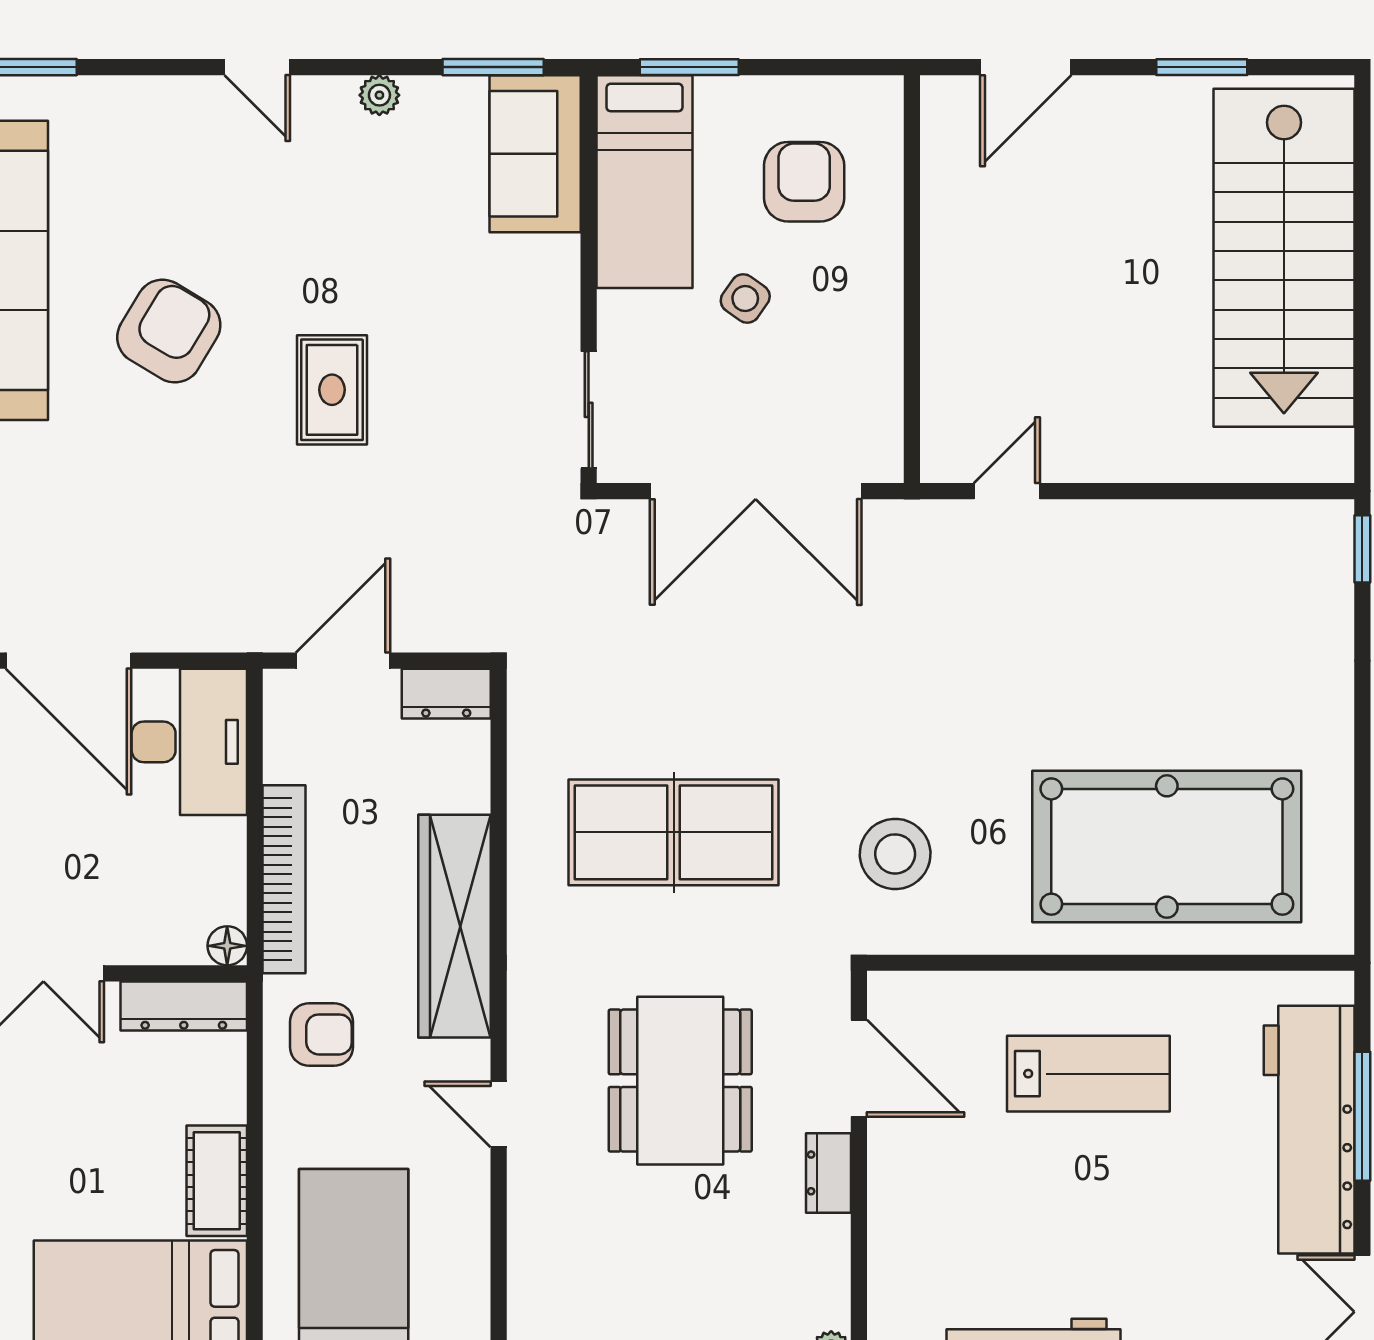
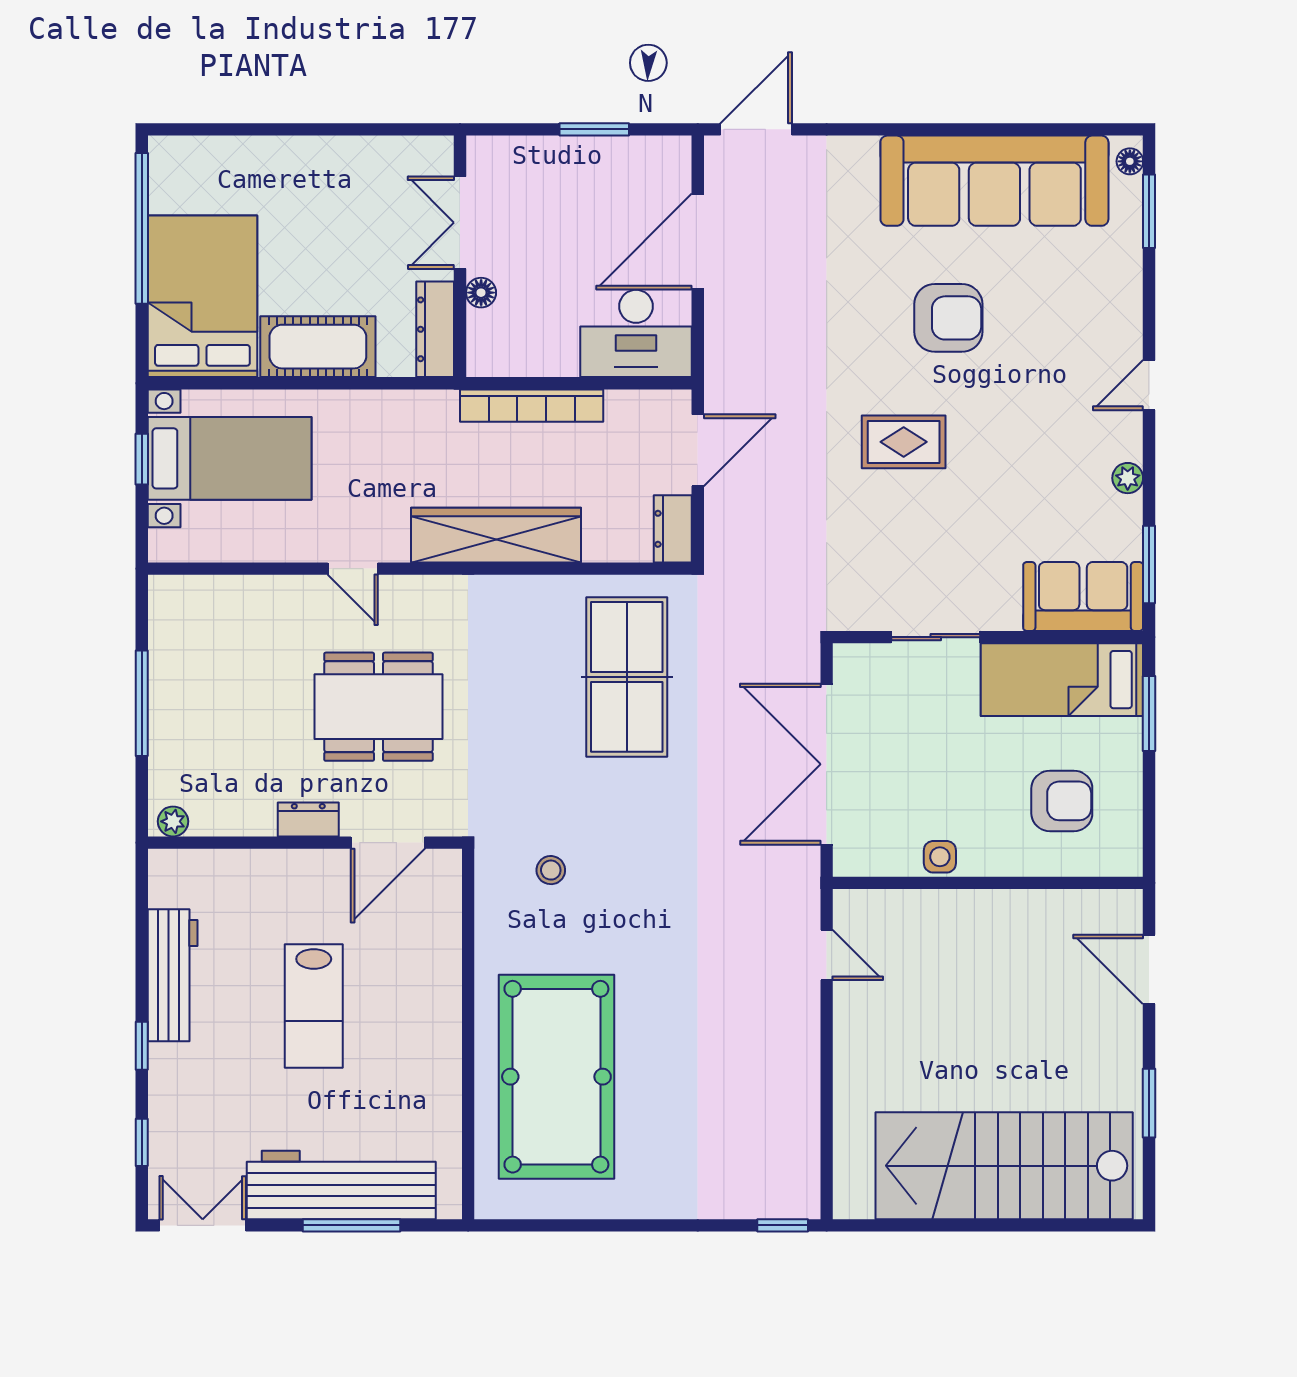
side table: (745, 298) -> (940, 857), moved, turned -35
armchair: (169, 331) -> (948, 318), turned -31
sliding door: (589, 410) -> (936, 637), moved
door: (343, 661) -> (698, 450), hinge flipped
table tennis table: (674, 832) -> (627, 677), moved
stool: (895, 854) -> (551, 870), width x0.53, depth x0.53
floor lamp: (227, 946) -> (481, 293), moved
armchair: (322, 1034) -> (414, 434), removed
lab bench: (1088, 1074) -> (314, 1006), moved
door: (499, 1114) -> (353, 569), swing flipped
cot: (217, 1181) -> (318, 347), width x1.37, depth x1.34

